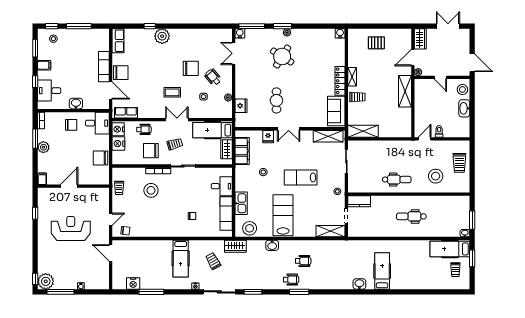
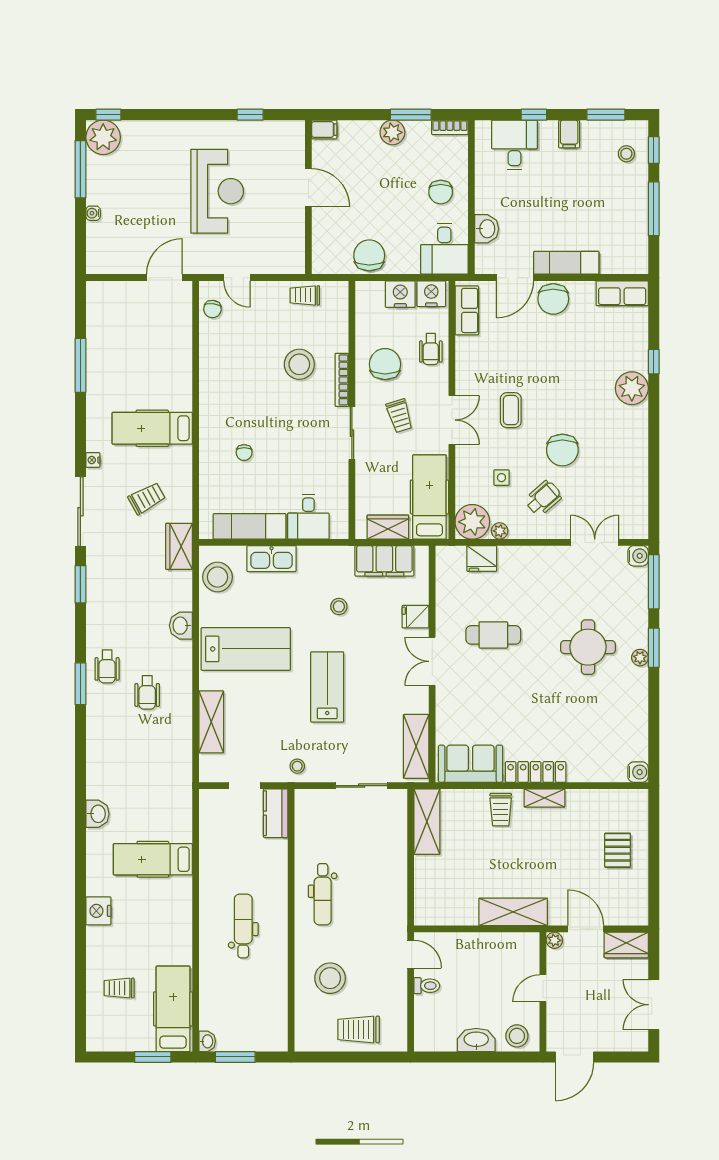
double door: (448, 26) -> (654, 1005), swing flipped
round table: (282, 57) -> (588, 647), turned -32
washbasin: (76, 104) -> (487, 229), moved
plant: (224, 110) -> (472, 522), added
shelving: (330, 231) -> (211, 722), moved
trolley: (455, 270) -> (119, 988), moved
hospital bed: (382, 271) -> (153, 859), moved, turned 180
nightstand: (133, 284) -> (98, 911), moved

